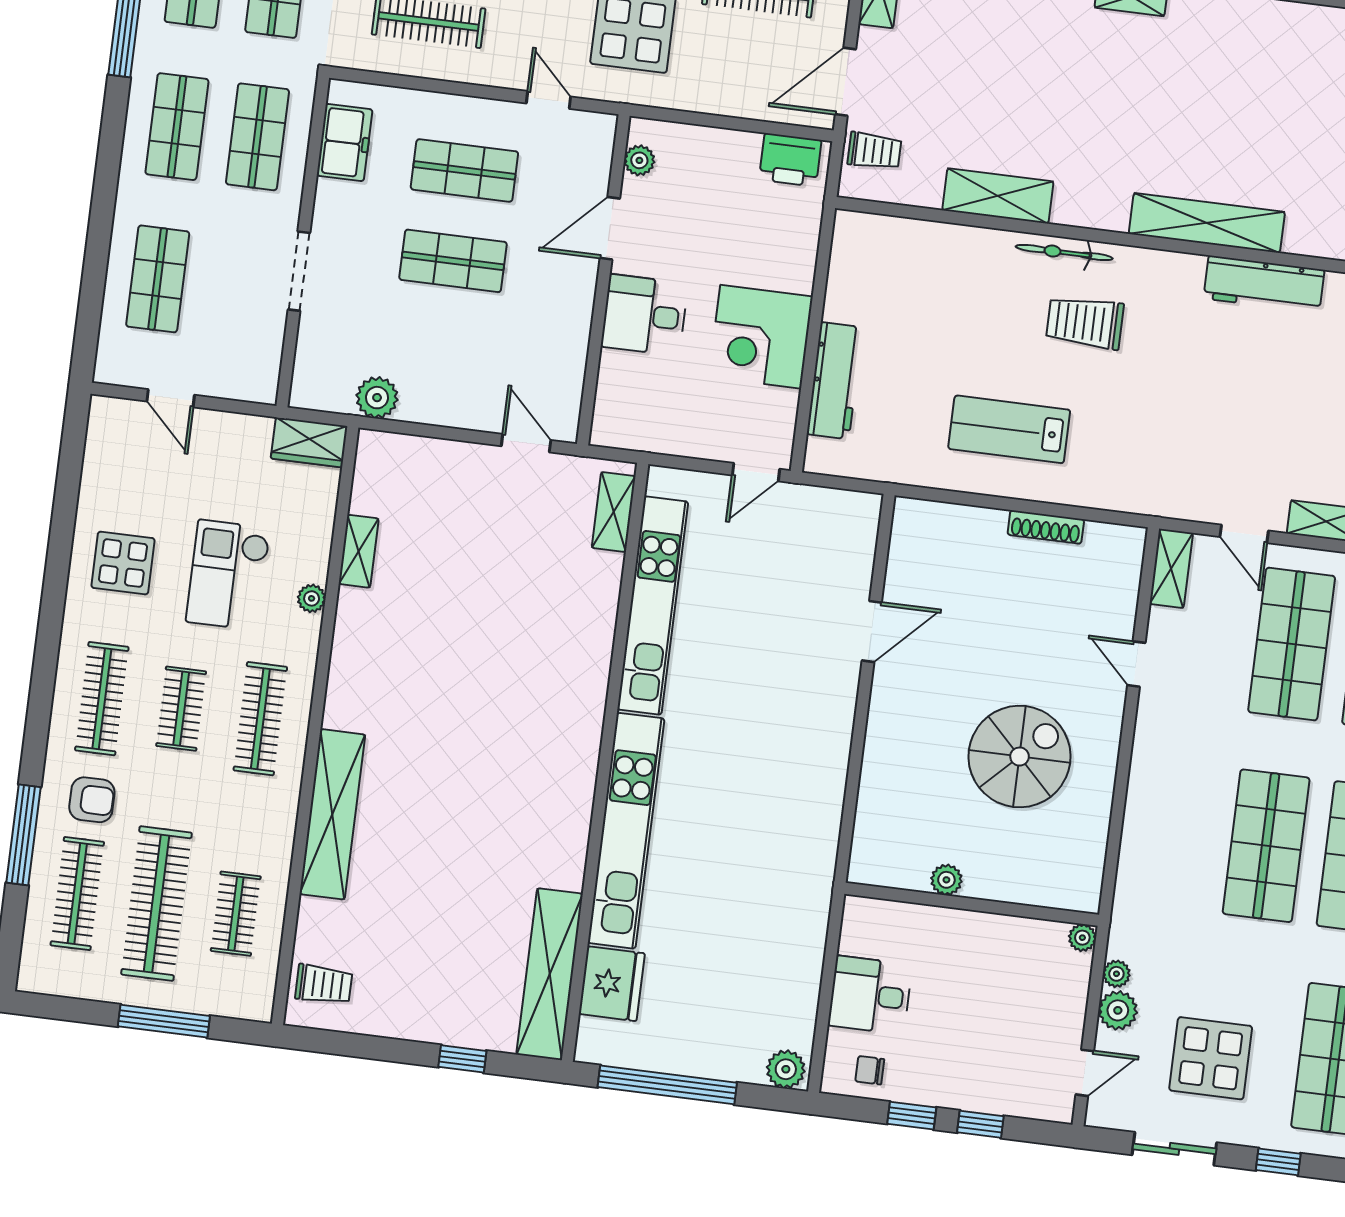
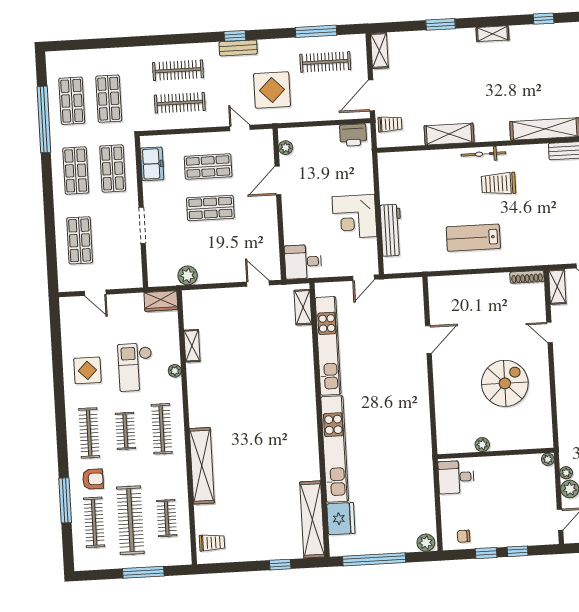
desk: (644, 315) -> (303, 262), moved
shoe rack: (1046, 527) -> (527, 277), moved
desk: (870, 995) -> (456, 477), moved

